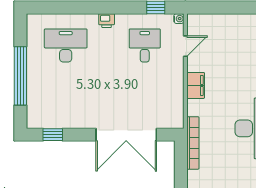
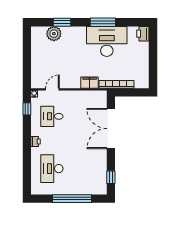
door: (185, 46) -> (52, 89), hinge flipped
filing cabinet: (196, 85) -> (90, 83), moved
double door: (126, 135) -> (111, 129), swing flipped

